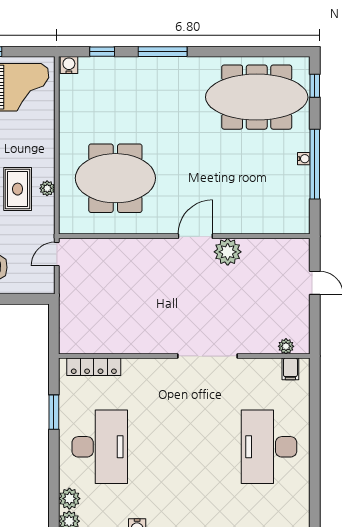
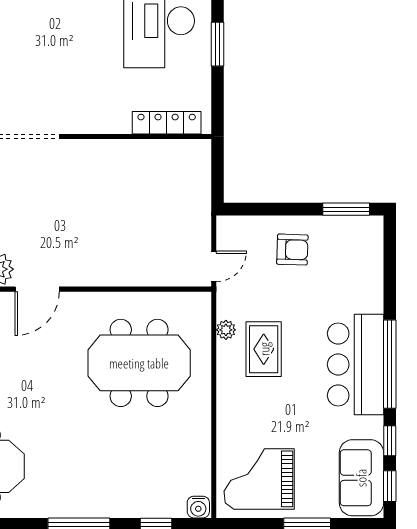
plant: (47, 188) -> (226, 330), moved
window: (54, 412) -> (217, 44), moved

